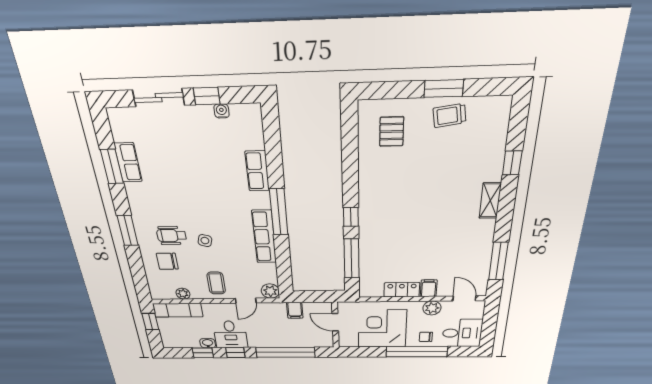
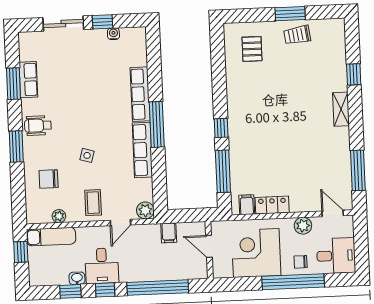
row of seats: (257, 171) -> (140, 94), width x1.48
wheelchair: (172, 236) -> (38, 126), moved
filing cabinet: (429, 288) -> (247, 205), moved

